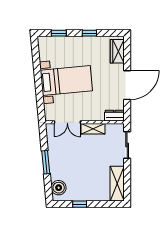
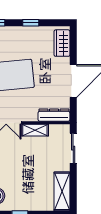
dresser: (114, 116) -> (54, 115), width x1.44

